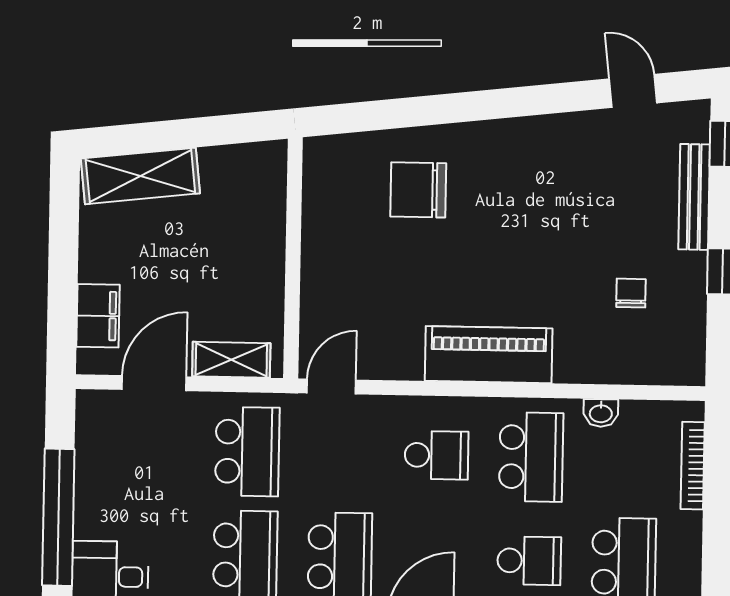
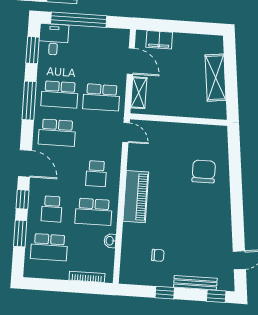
shelving: (140, 176) -> (216, 78), moved

